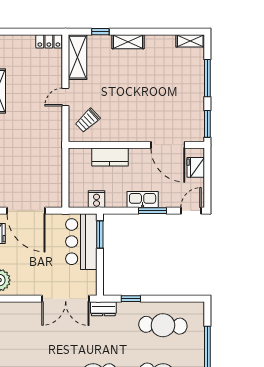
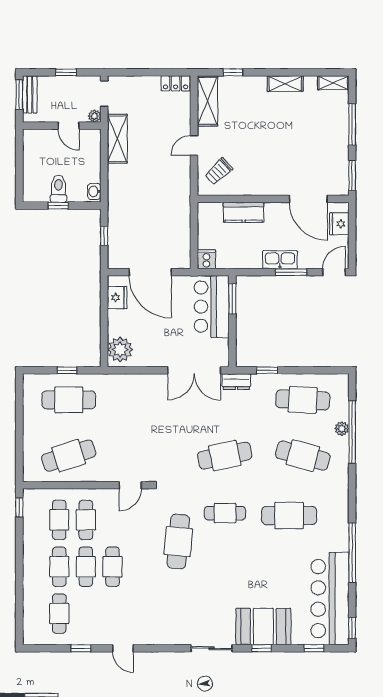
shelving: (128, 42) -> (285, 84), moved
cooker: (97, 199) -> (206, 259), moved
plant: (198, 351) -> (342, 429), added

